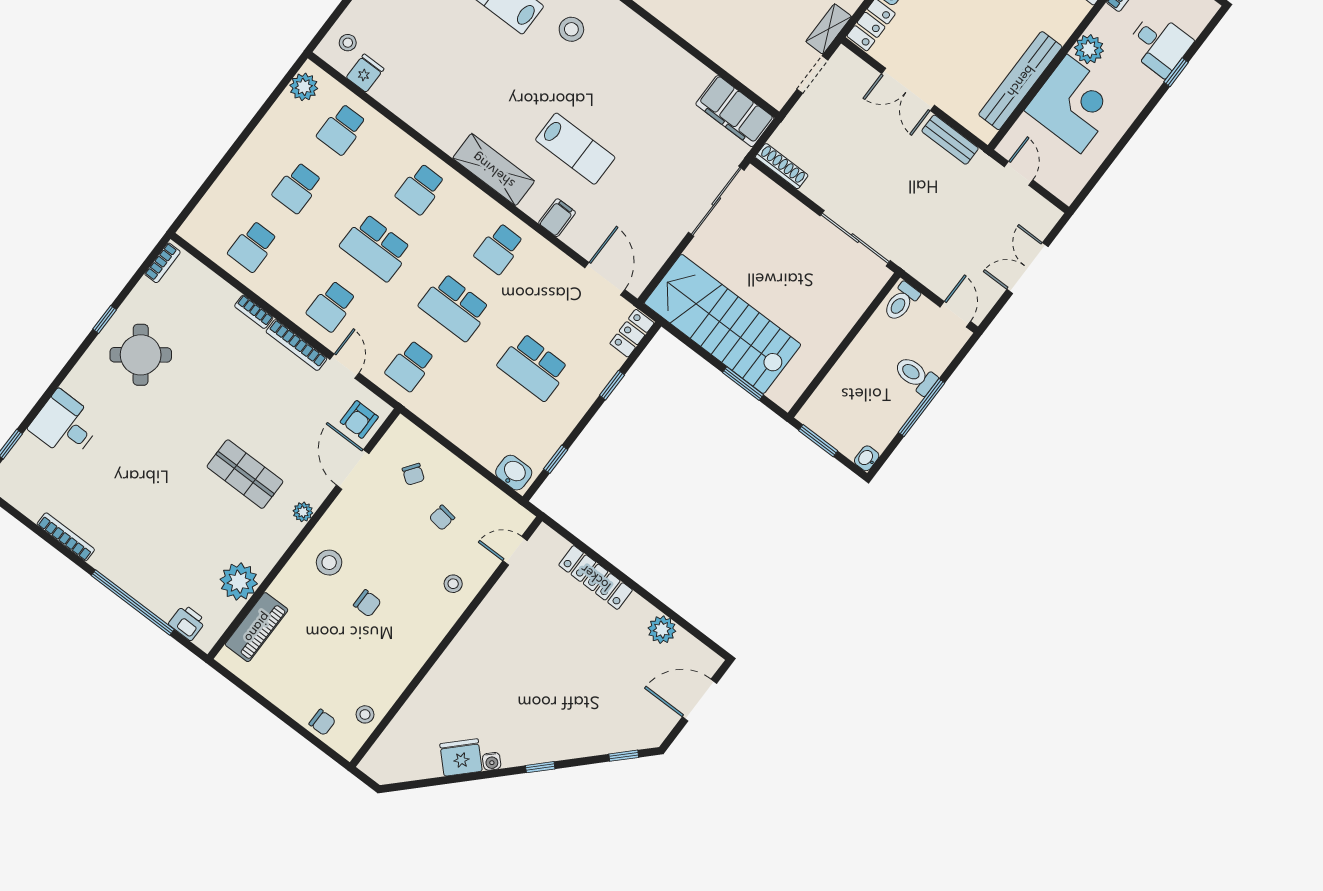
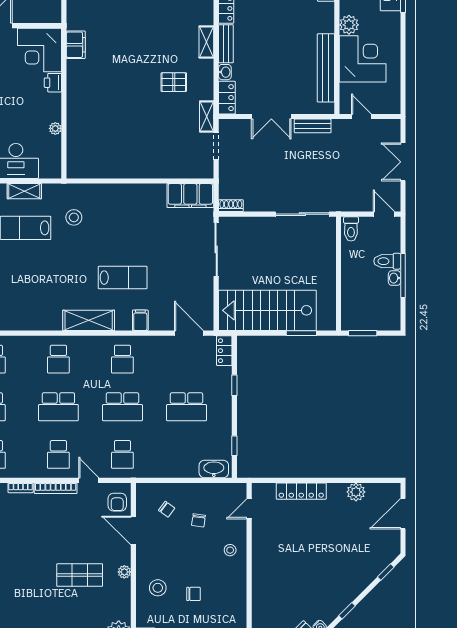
shoe rack: (782, 166) -> (231, 206), width x0.70
washbasin: (867, 458) -> (394, 278), moved
washbasin: (514, 473) -> (214, 469), width x1.38

